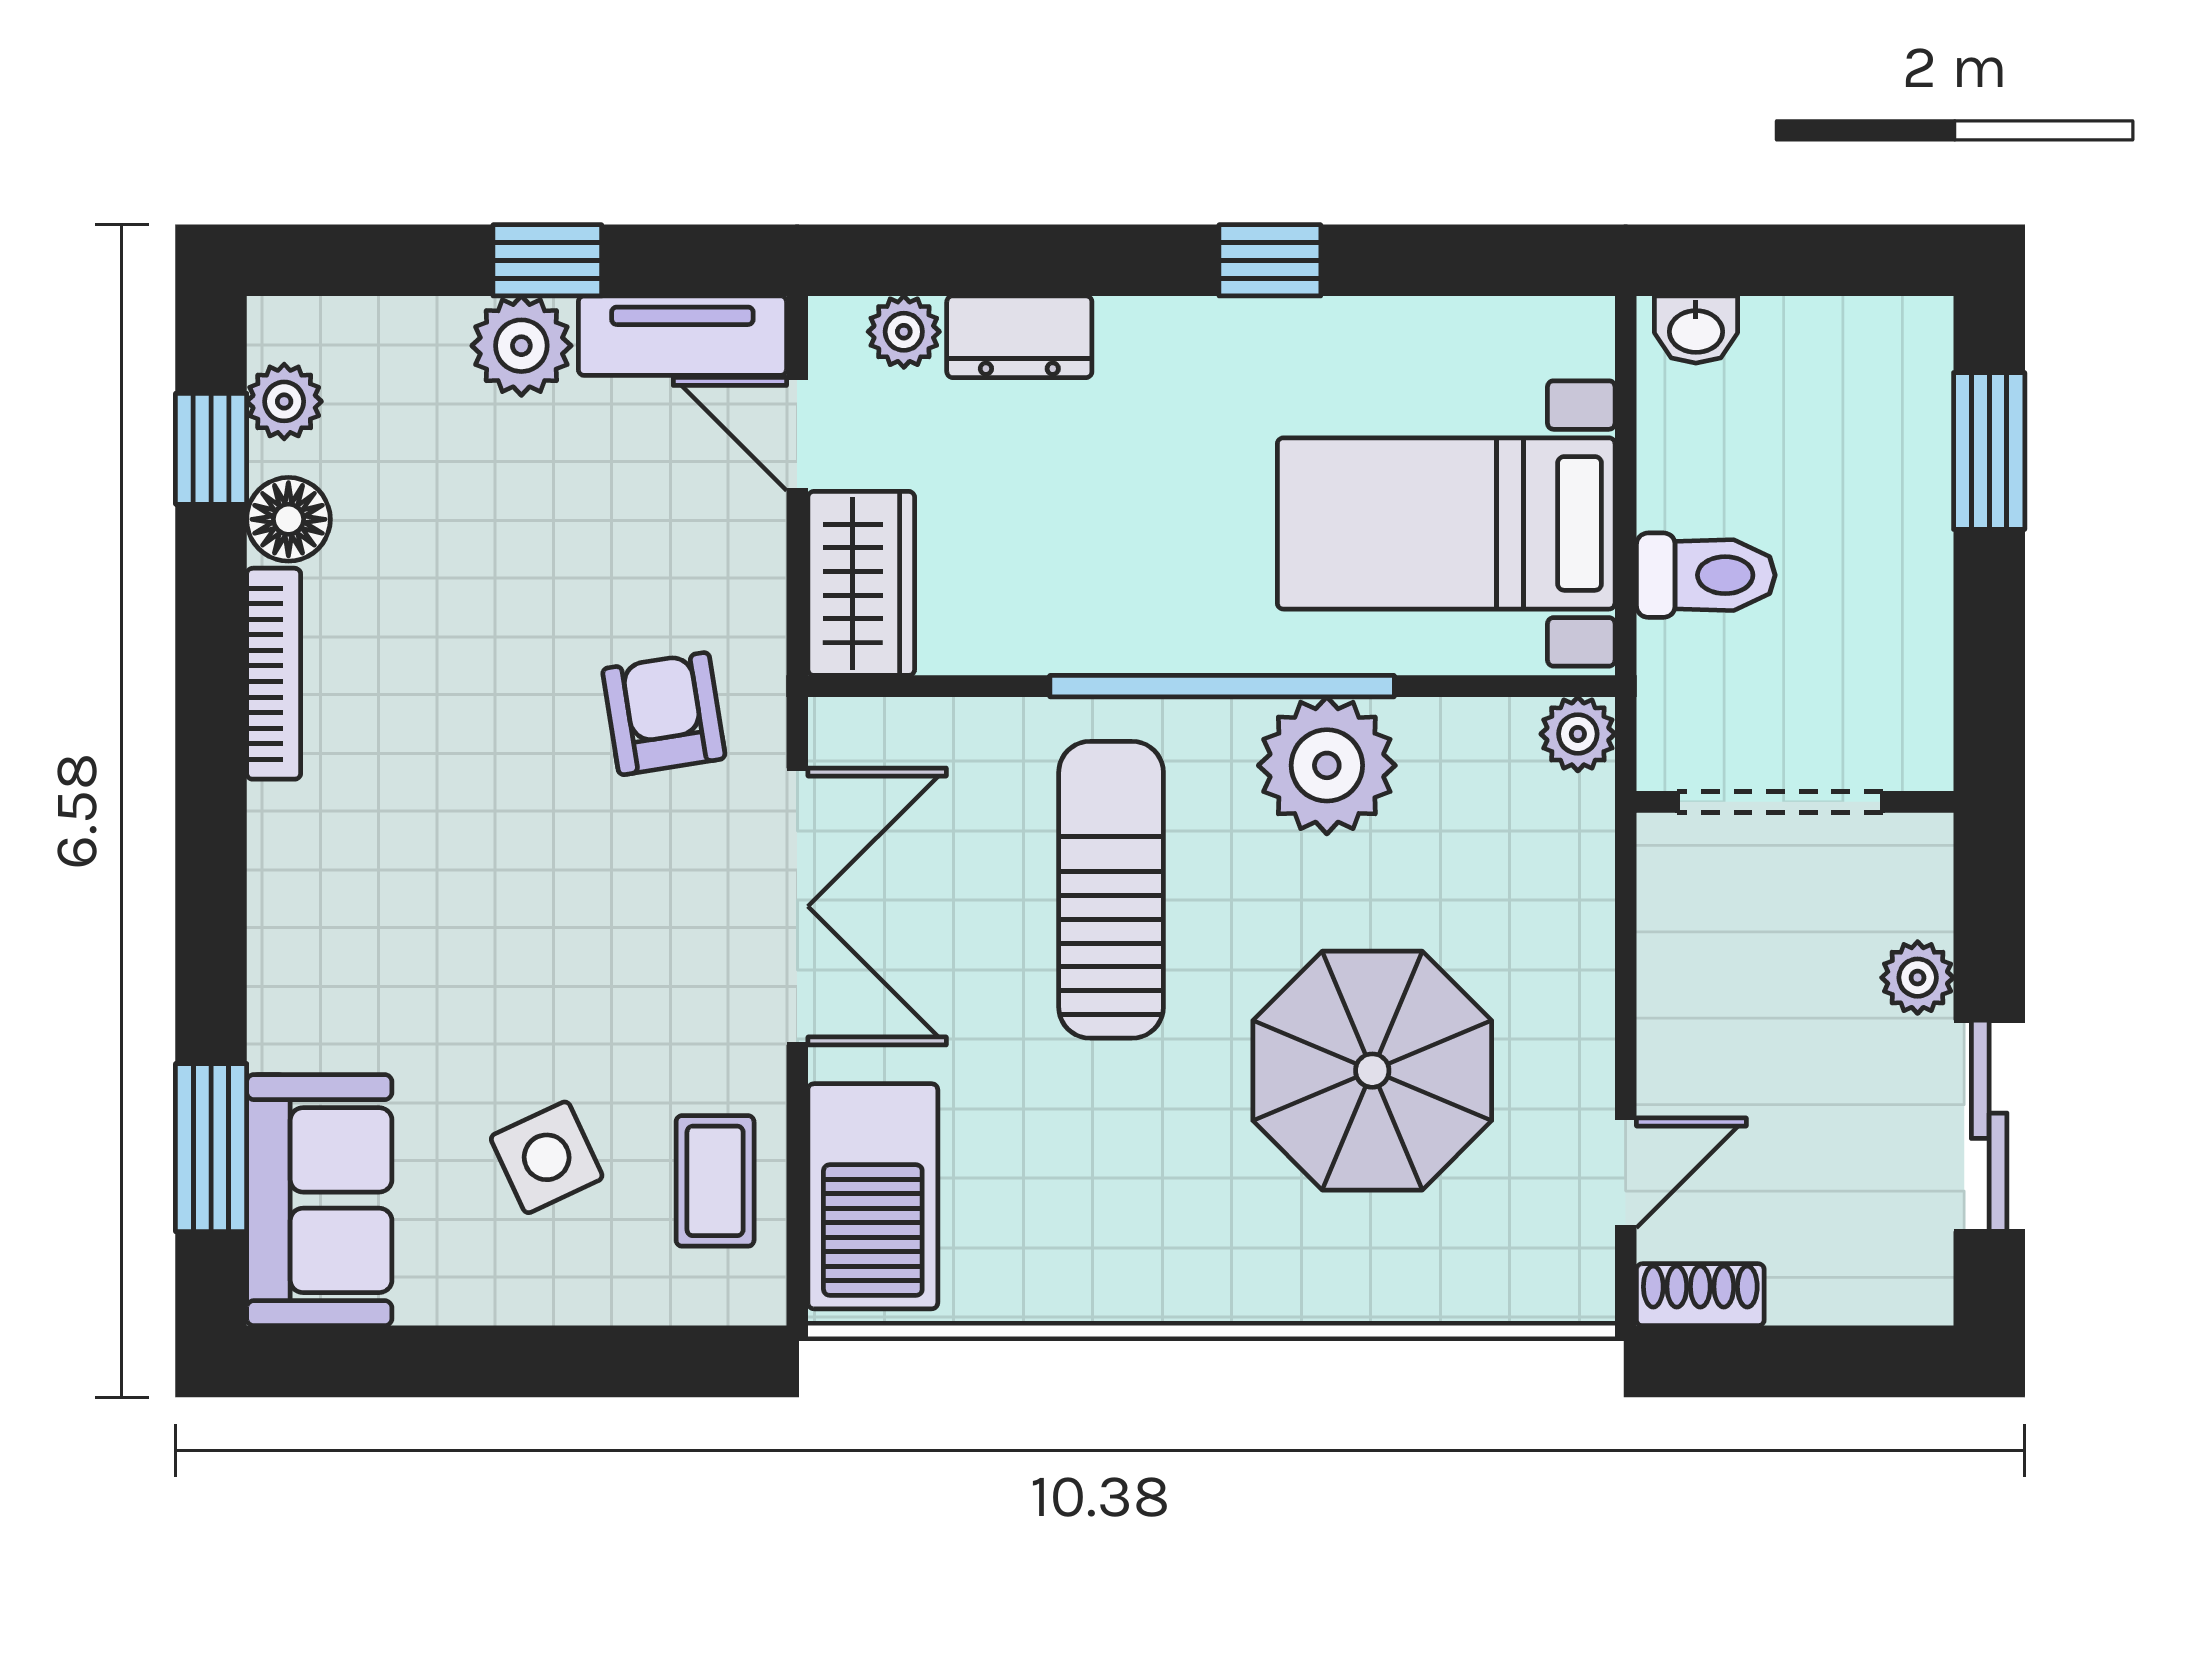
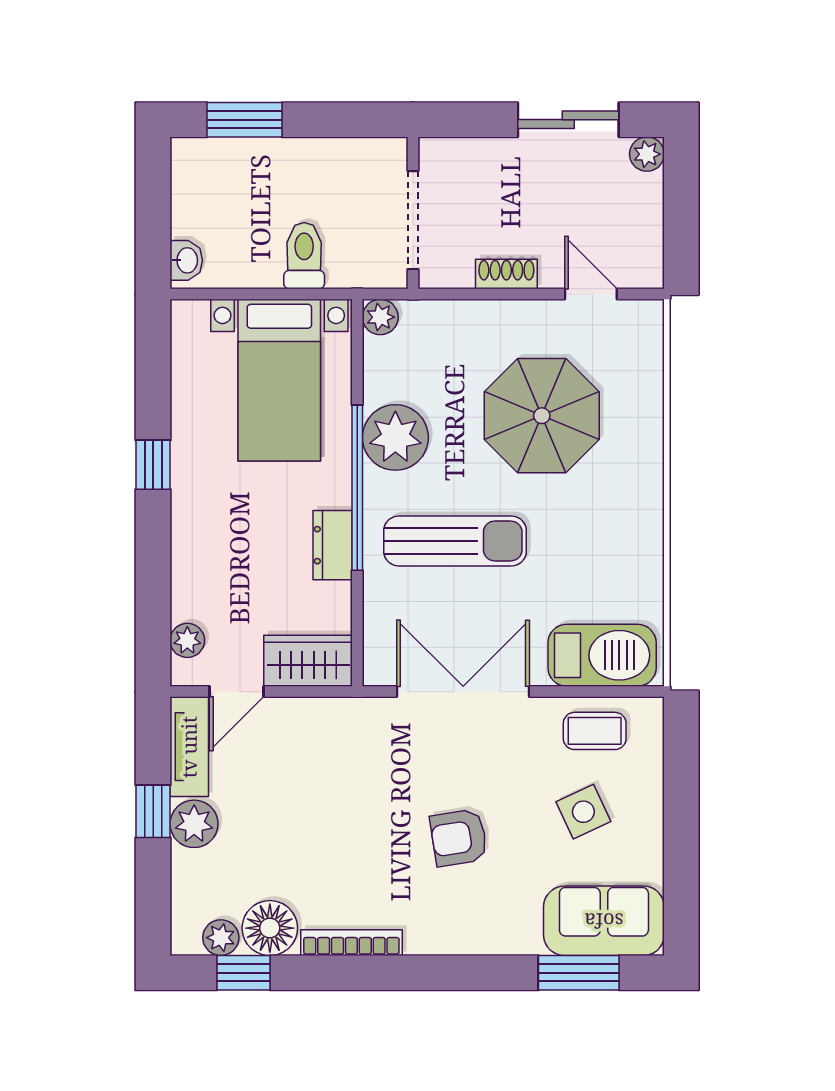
dresser: (1019, 337) -> (333, 545), moved, turned 180
floor lamp: (288, 519) -> (270, 928), width x1.38, depth x1.38
armchair: (664, 714) -> (459, 838), moved
sun lounger: (1111, 890) -> (455, 541), turned 180
plant: (1918, 978) -> (647, 154), moved
shoe rack: (1700, 1295) -> (506, 274), moved, turned 90

